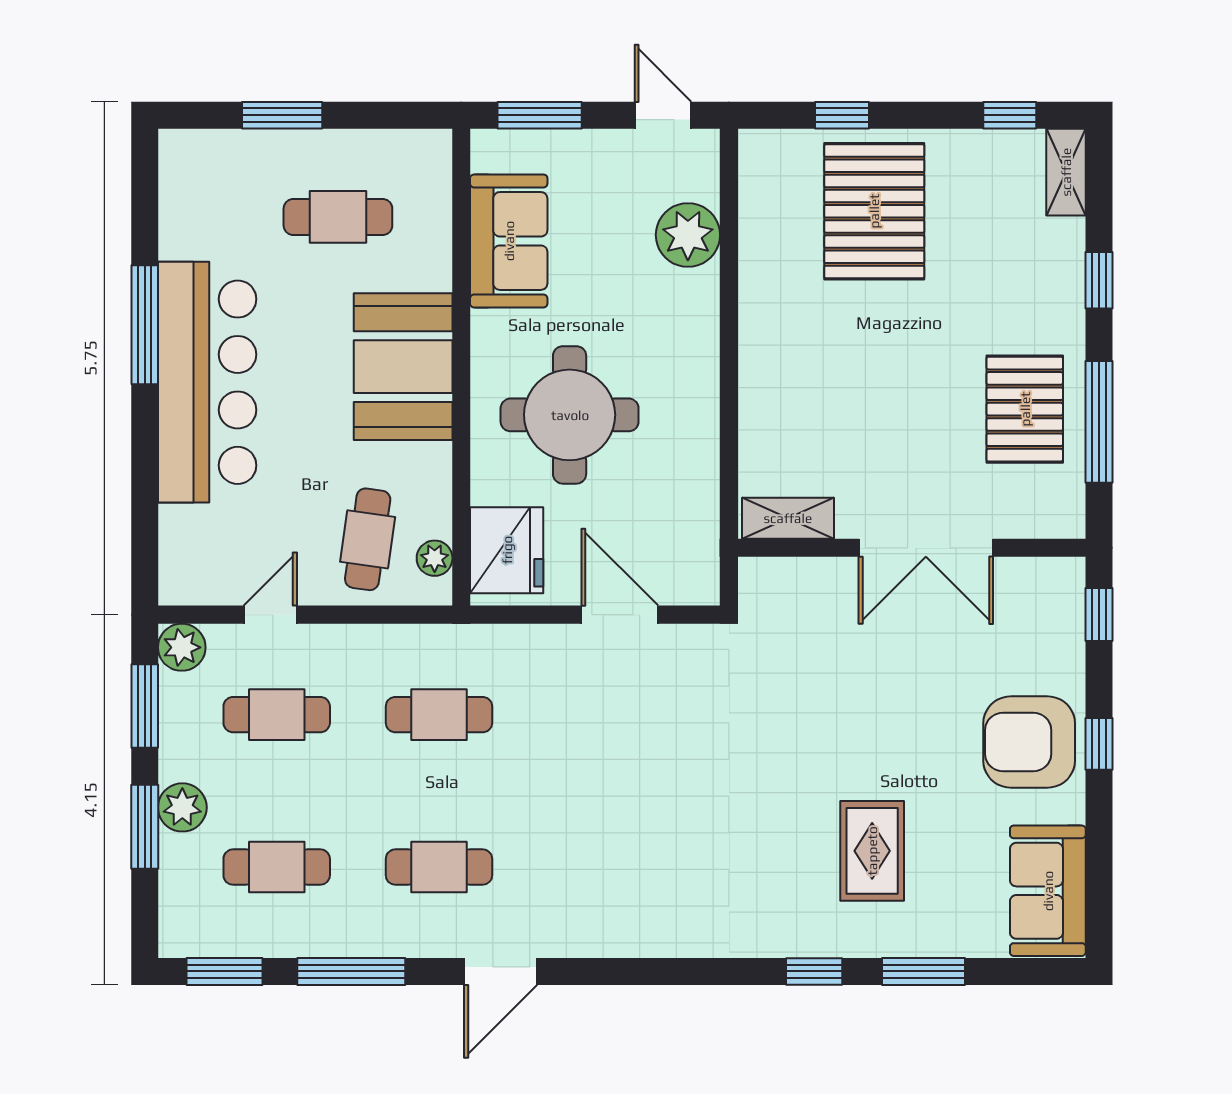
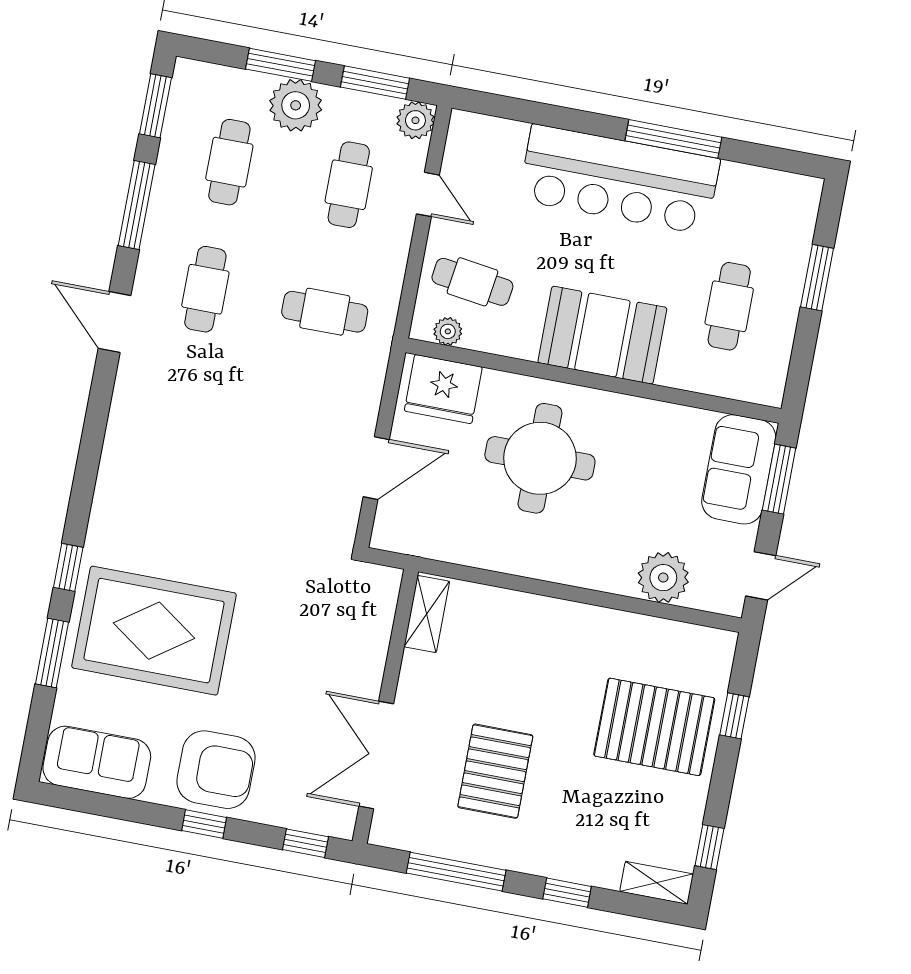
sofa: (509, 241) -> (739, 469), moved, turned 90
pallet: (1025, 409) -> (495, 771), moved, turned 90
double door: (926, 548) -> (376, 755), moved
cafe table: (439, 715) -> (325, 312), turned 90
armchair: (1029, 742) -> (216, 770), turned 90
plant: (182, 807) -> (296, 105), width x1.36, depth x1.36
rug: (872, 851) -> (154, 631), width x1.86, depth x2.06

